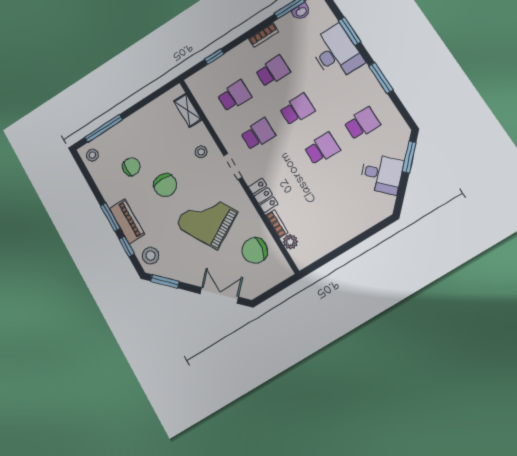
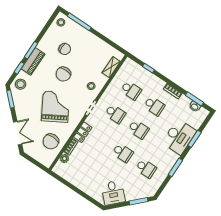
desk: (382, 174) -> (113, 193), moved
chair: (255, 250) -> (51, 141), turned -100

